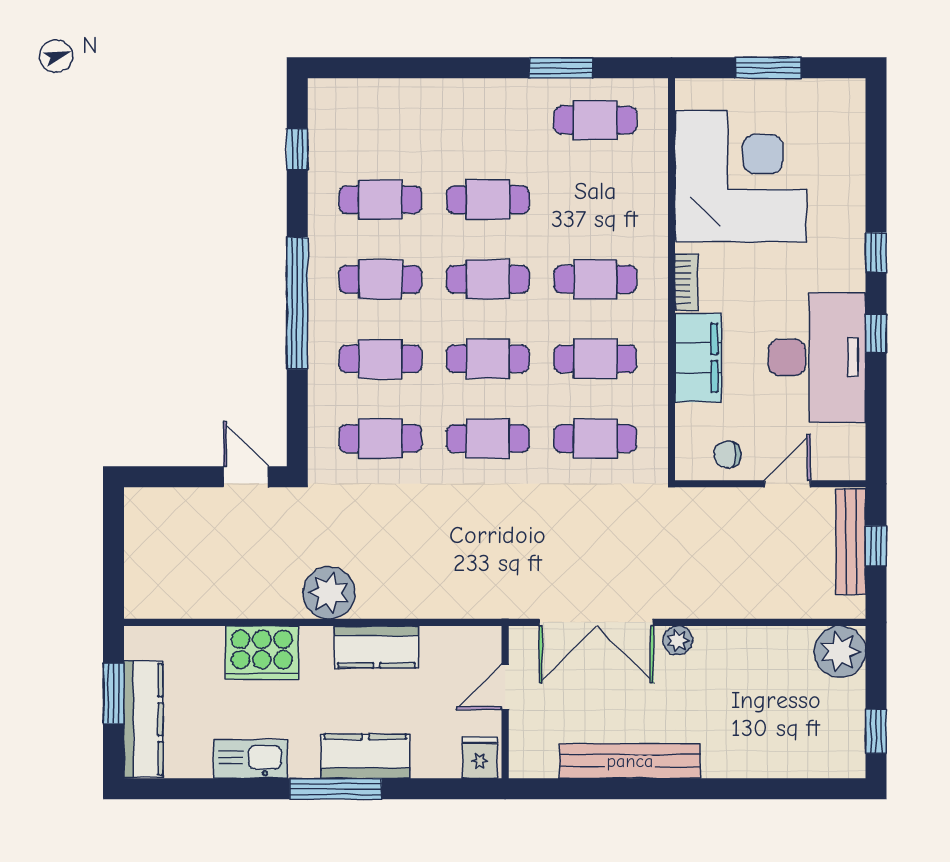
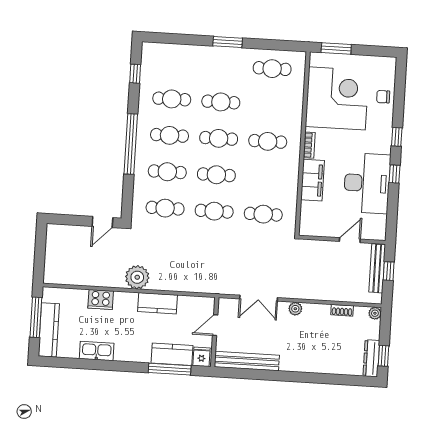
window: (561, 68) -> (228, 42), moved
window: (768, 68) -> (336, 49), moved
cafe table: (595, 359) -> (265, 178), removed
chair: (727, 454) -> (383, 97), moved
door: (246, 477) -> (102, 222), swing flipped
double door: (596, 622) -> (259, 298), width x0.73
shoe rack: (780, 638) -> (342, 310), added
plant: (840, 652) -> (375, 313), width x0.53, depth x0.53
cooker: (262, 653) -> (101, 300), width x0.73, depth x0.76
window: (113, 693) -> (36, 317), width x1.44
dresser: (850, 738) -> (371, 358), added
kitchen counter: (365, 756) -> (172, 354), moved
bench: (630, 761) -> (247, 361), moved
window: (336, 789) -> (170, 369), moved

